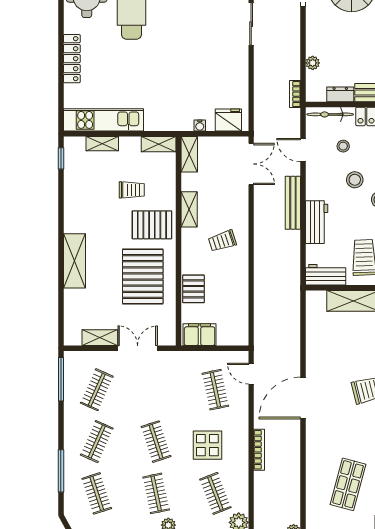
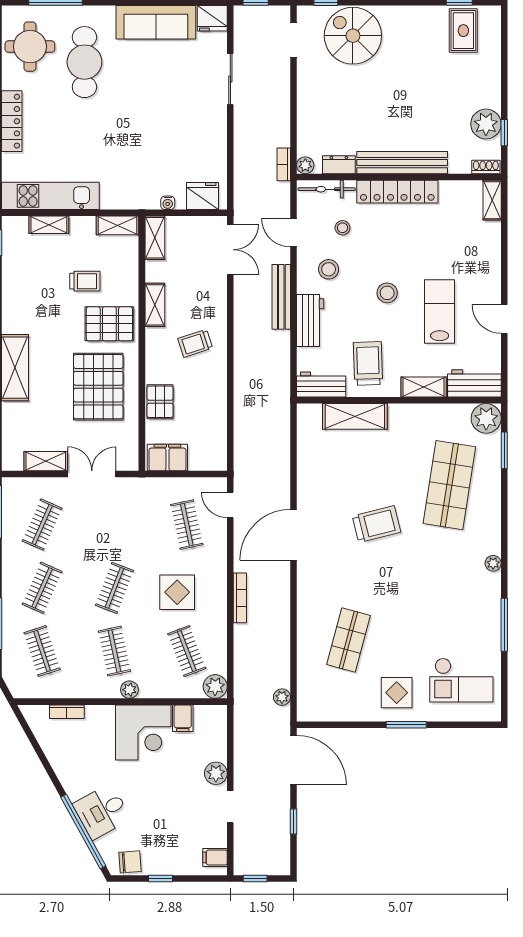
plant: (313, 63) -> (305, 165), moved
stool: (355, 180) -> (329, 269), moved
clothes rail: (156, 442) -> (114, 588), turned 39

